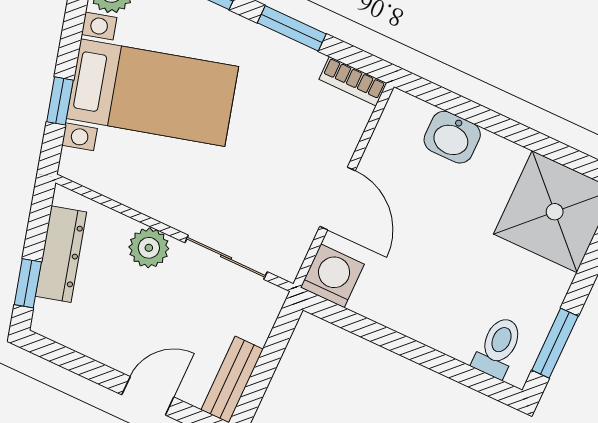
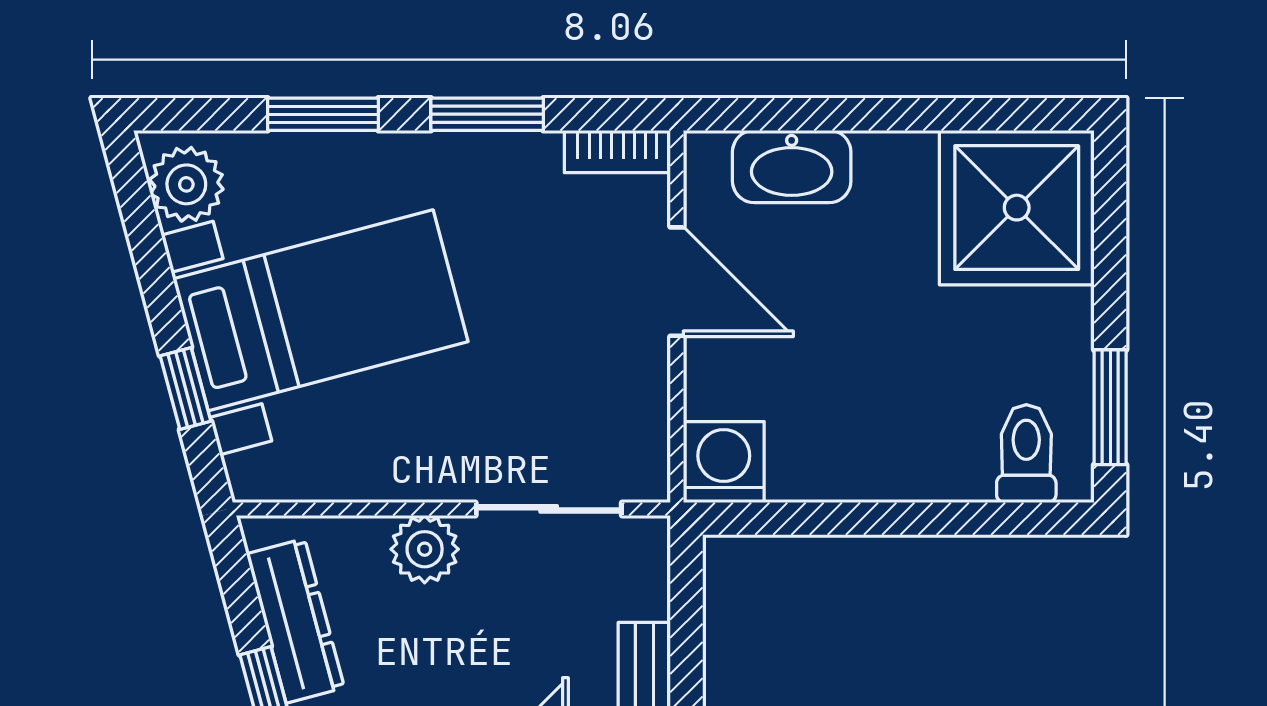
washbasin: (452, 137) -> (792, 166), width x1.38
door: (338, 198) -> (677, 282), moved

